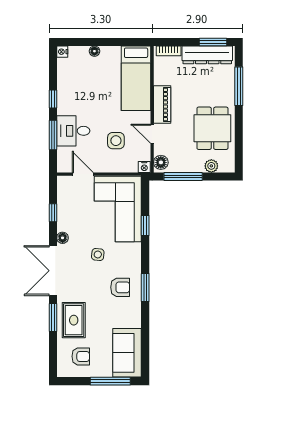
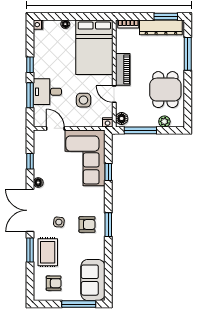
bed: (136, 78) -> (94, 47), width x1.50
side table: (98, 254) -> (59, 222), moved

